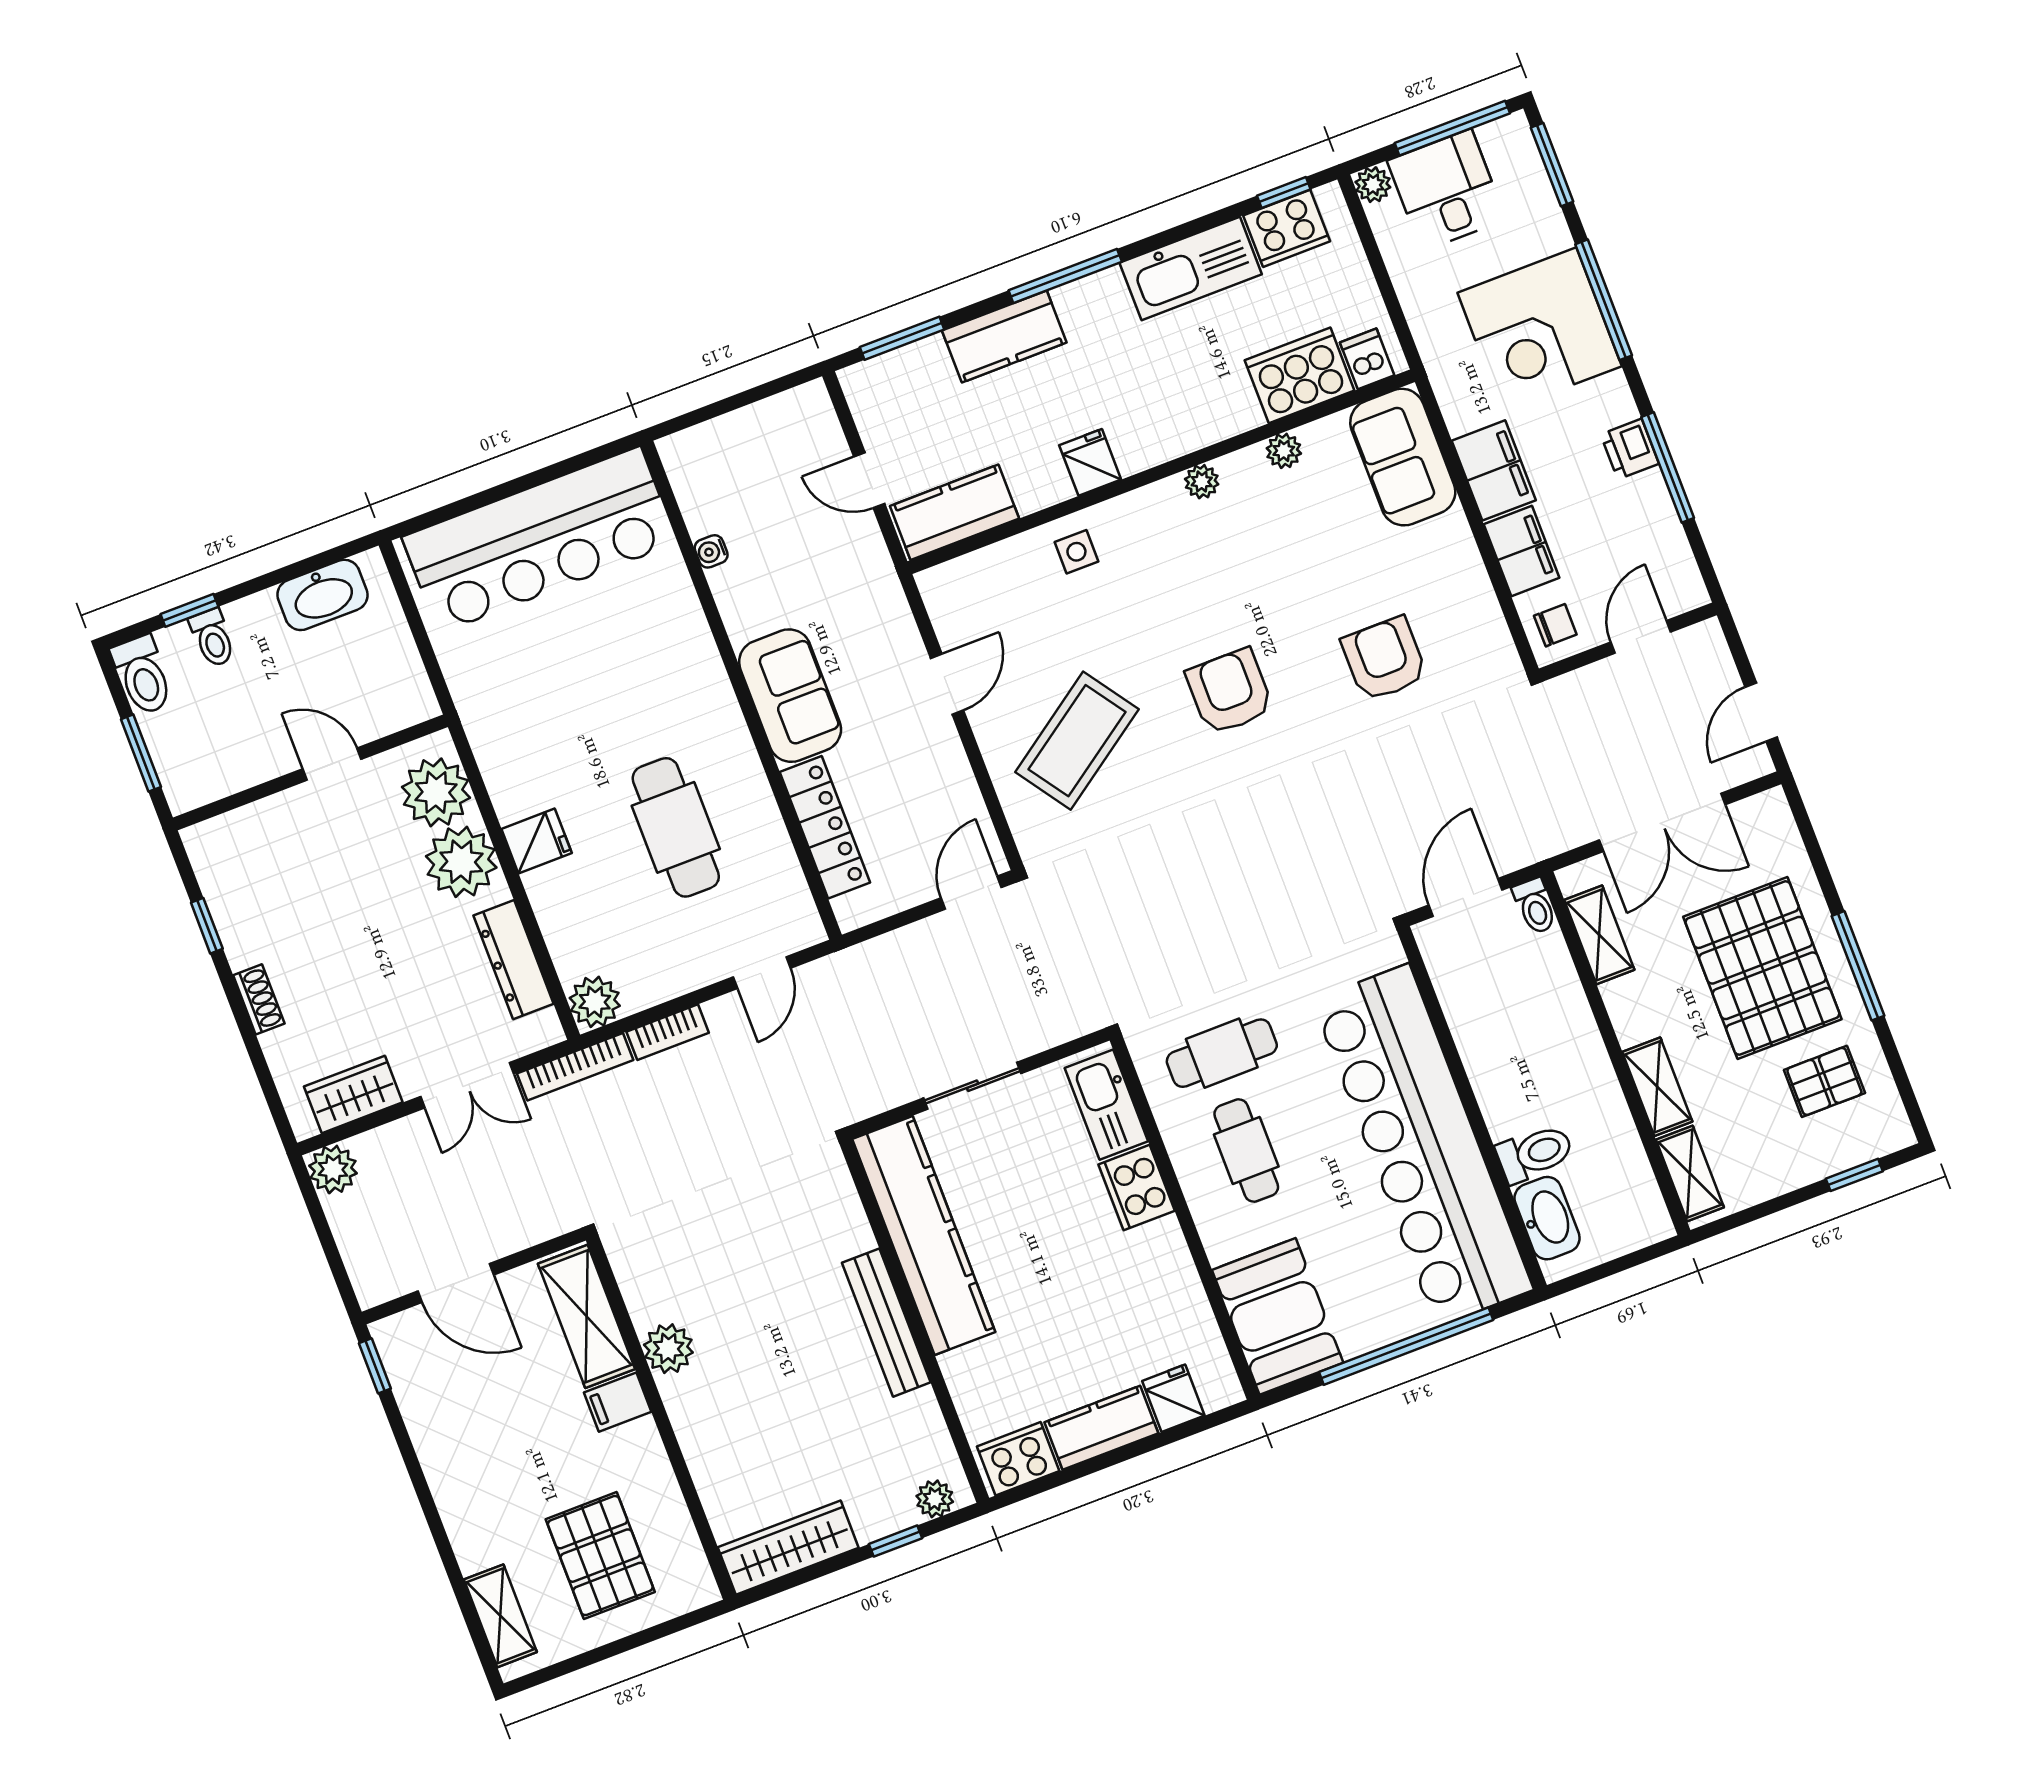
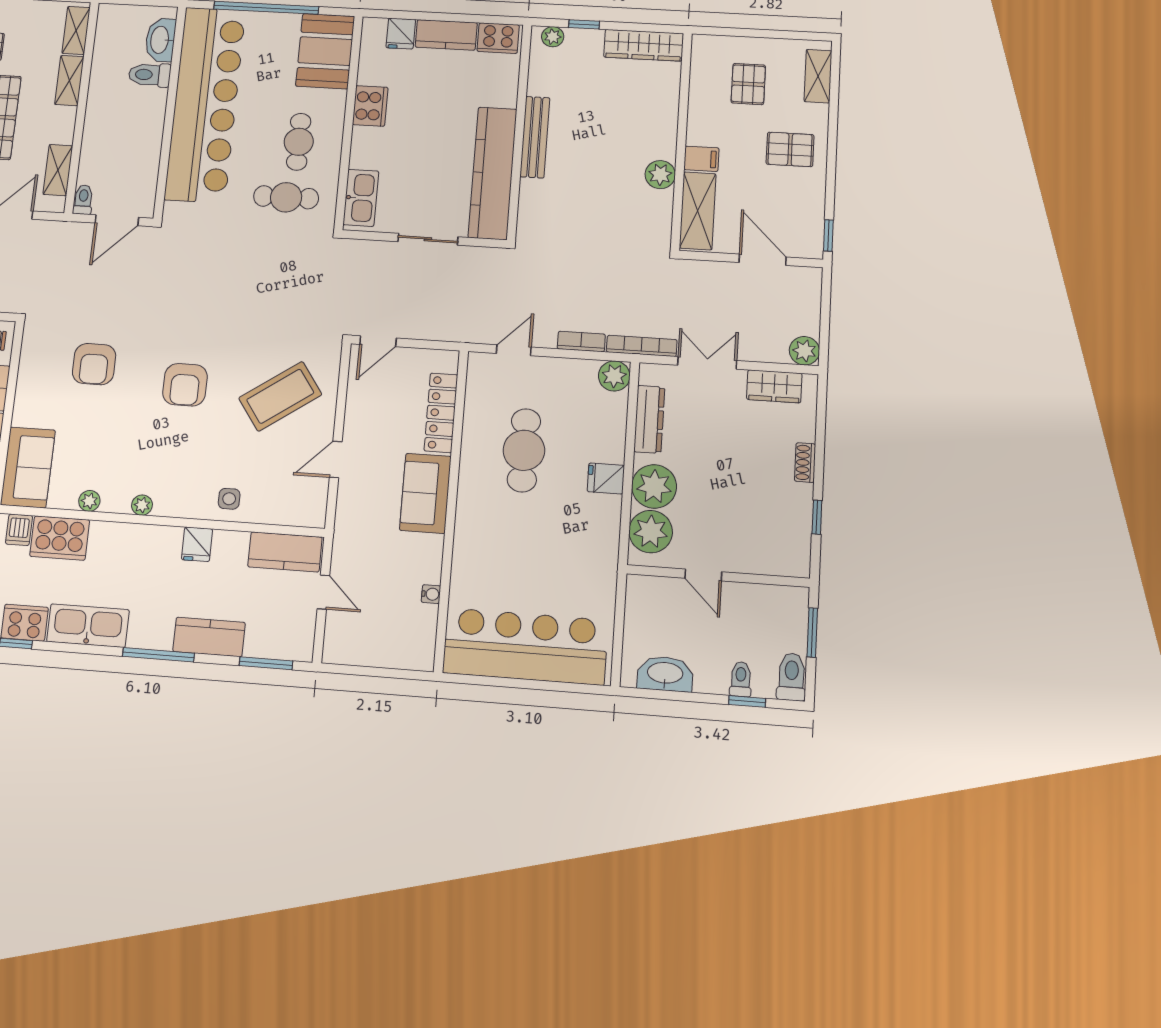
cooker: (1137, 1188) -> (370, 106), moved
pallet: (491, 1478) -> (790, 149), added
pallet: (600, 1556) -> (748, 84), width x0.67, depth x0.71

